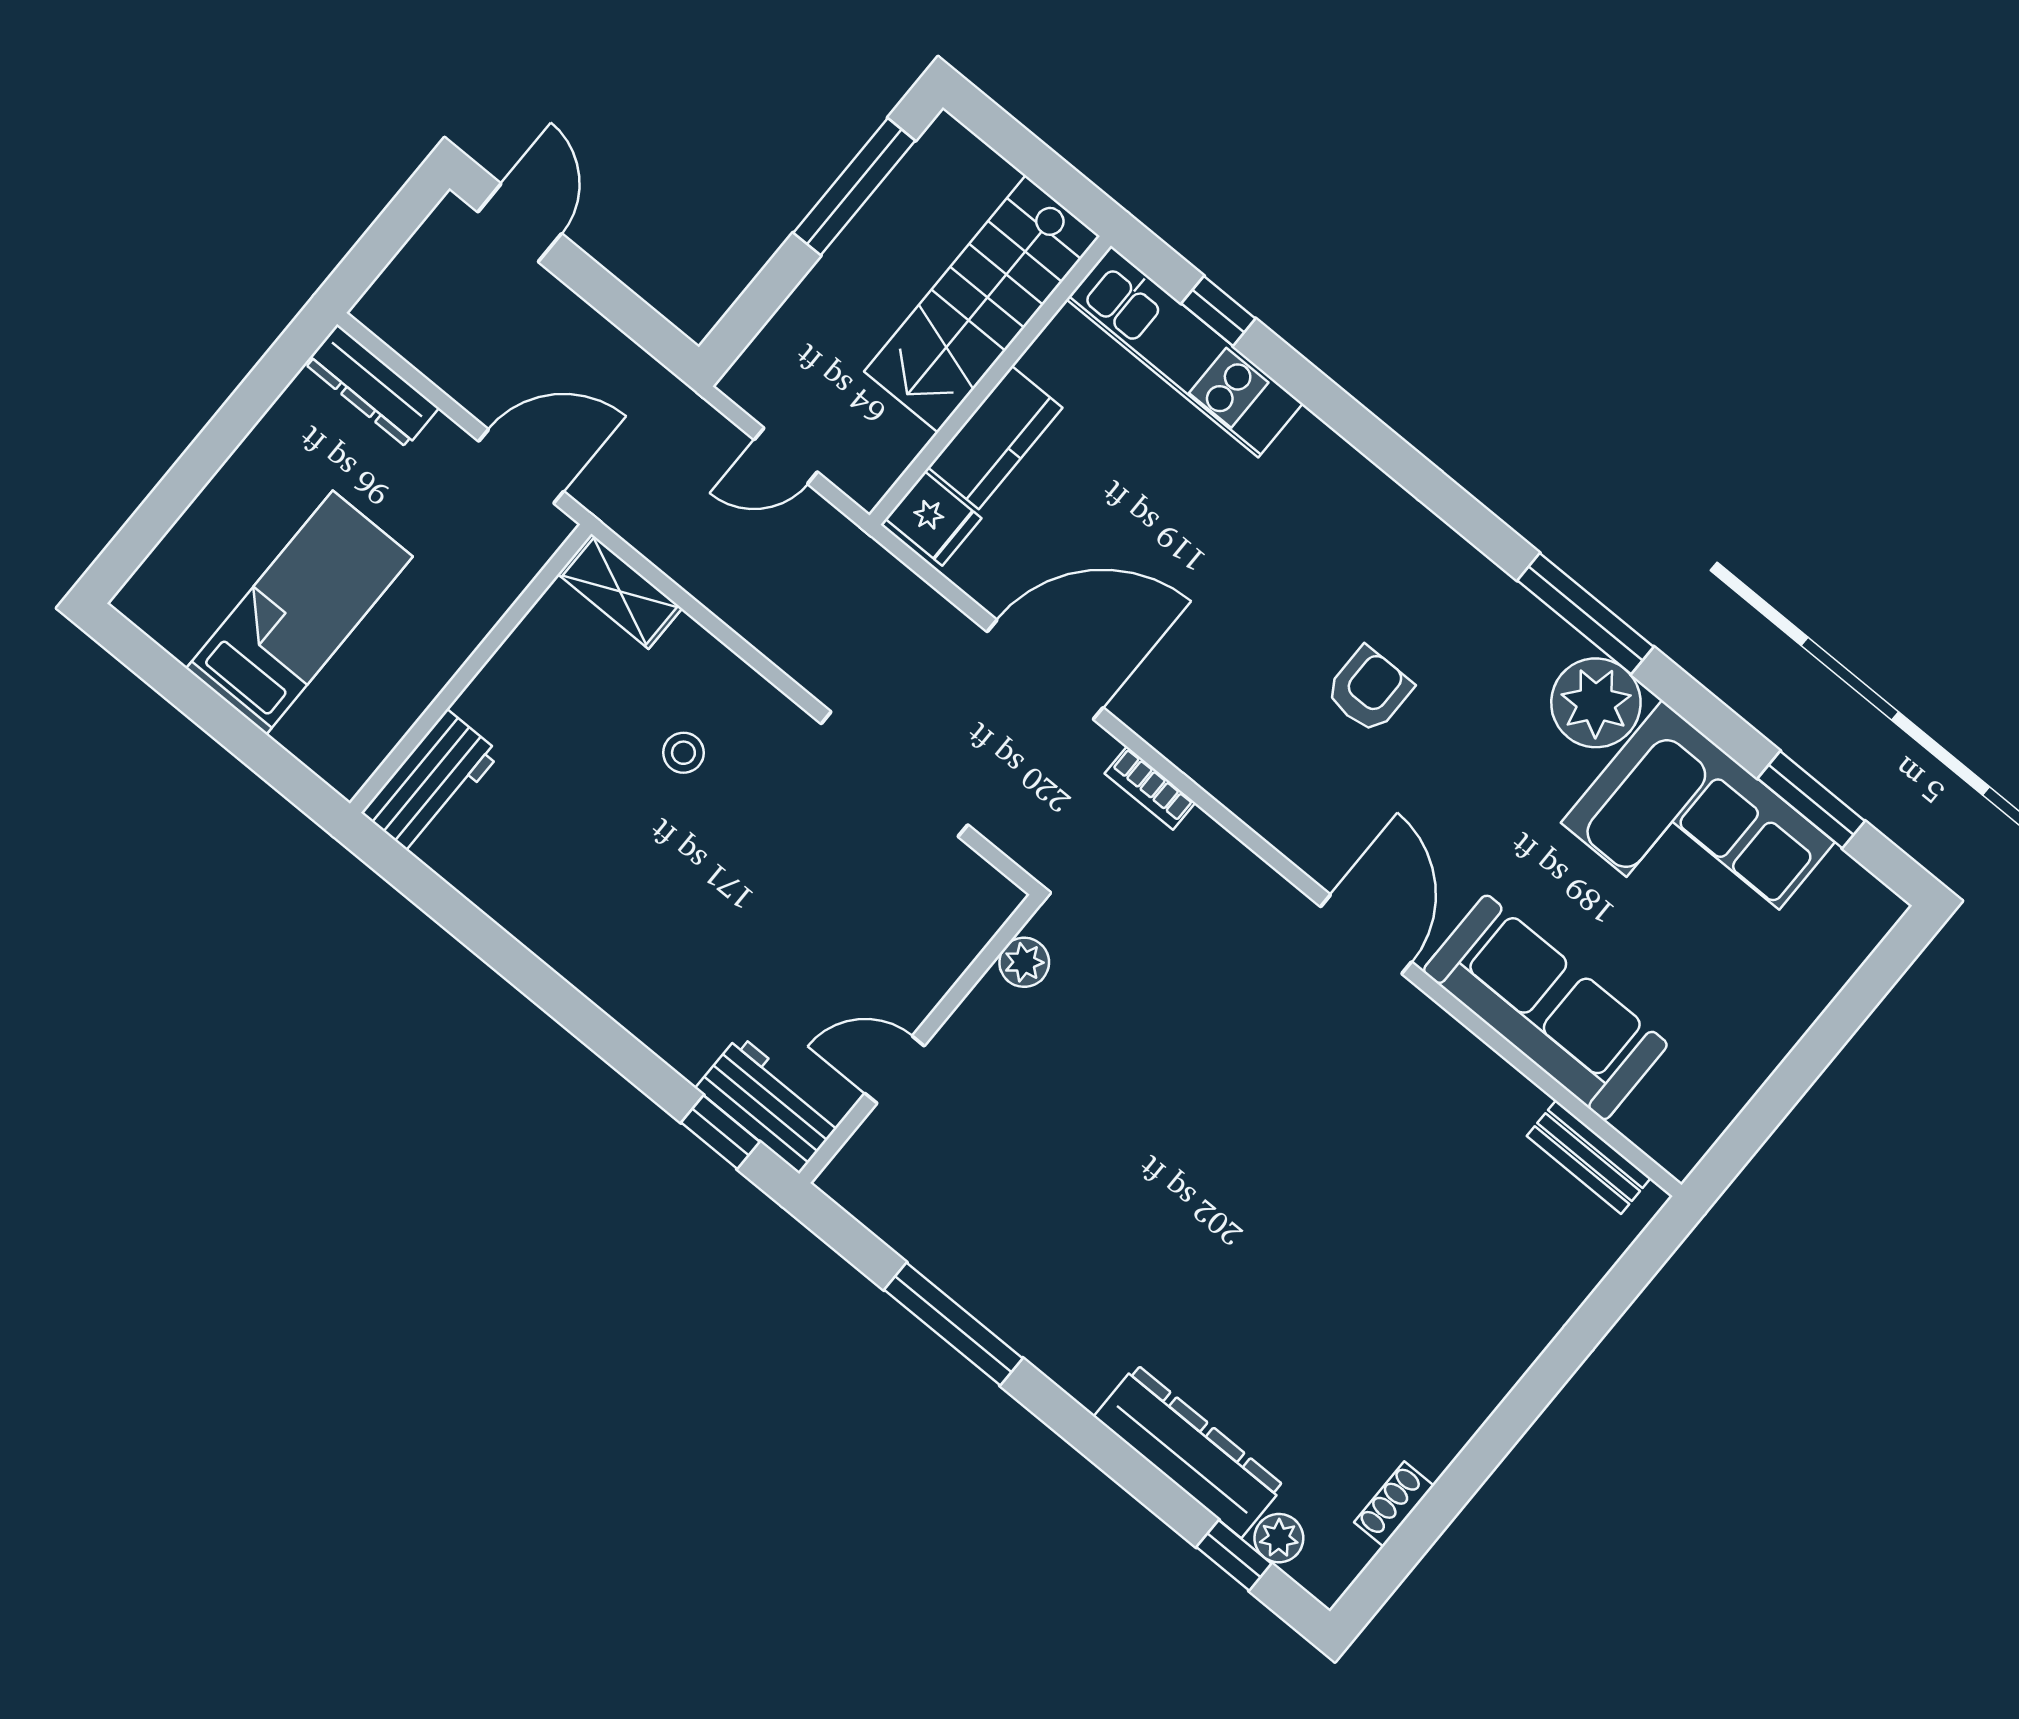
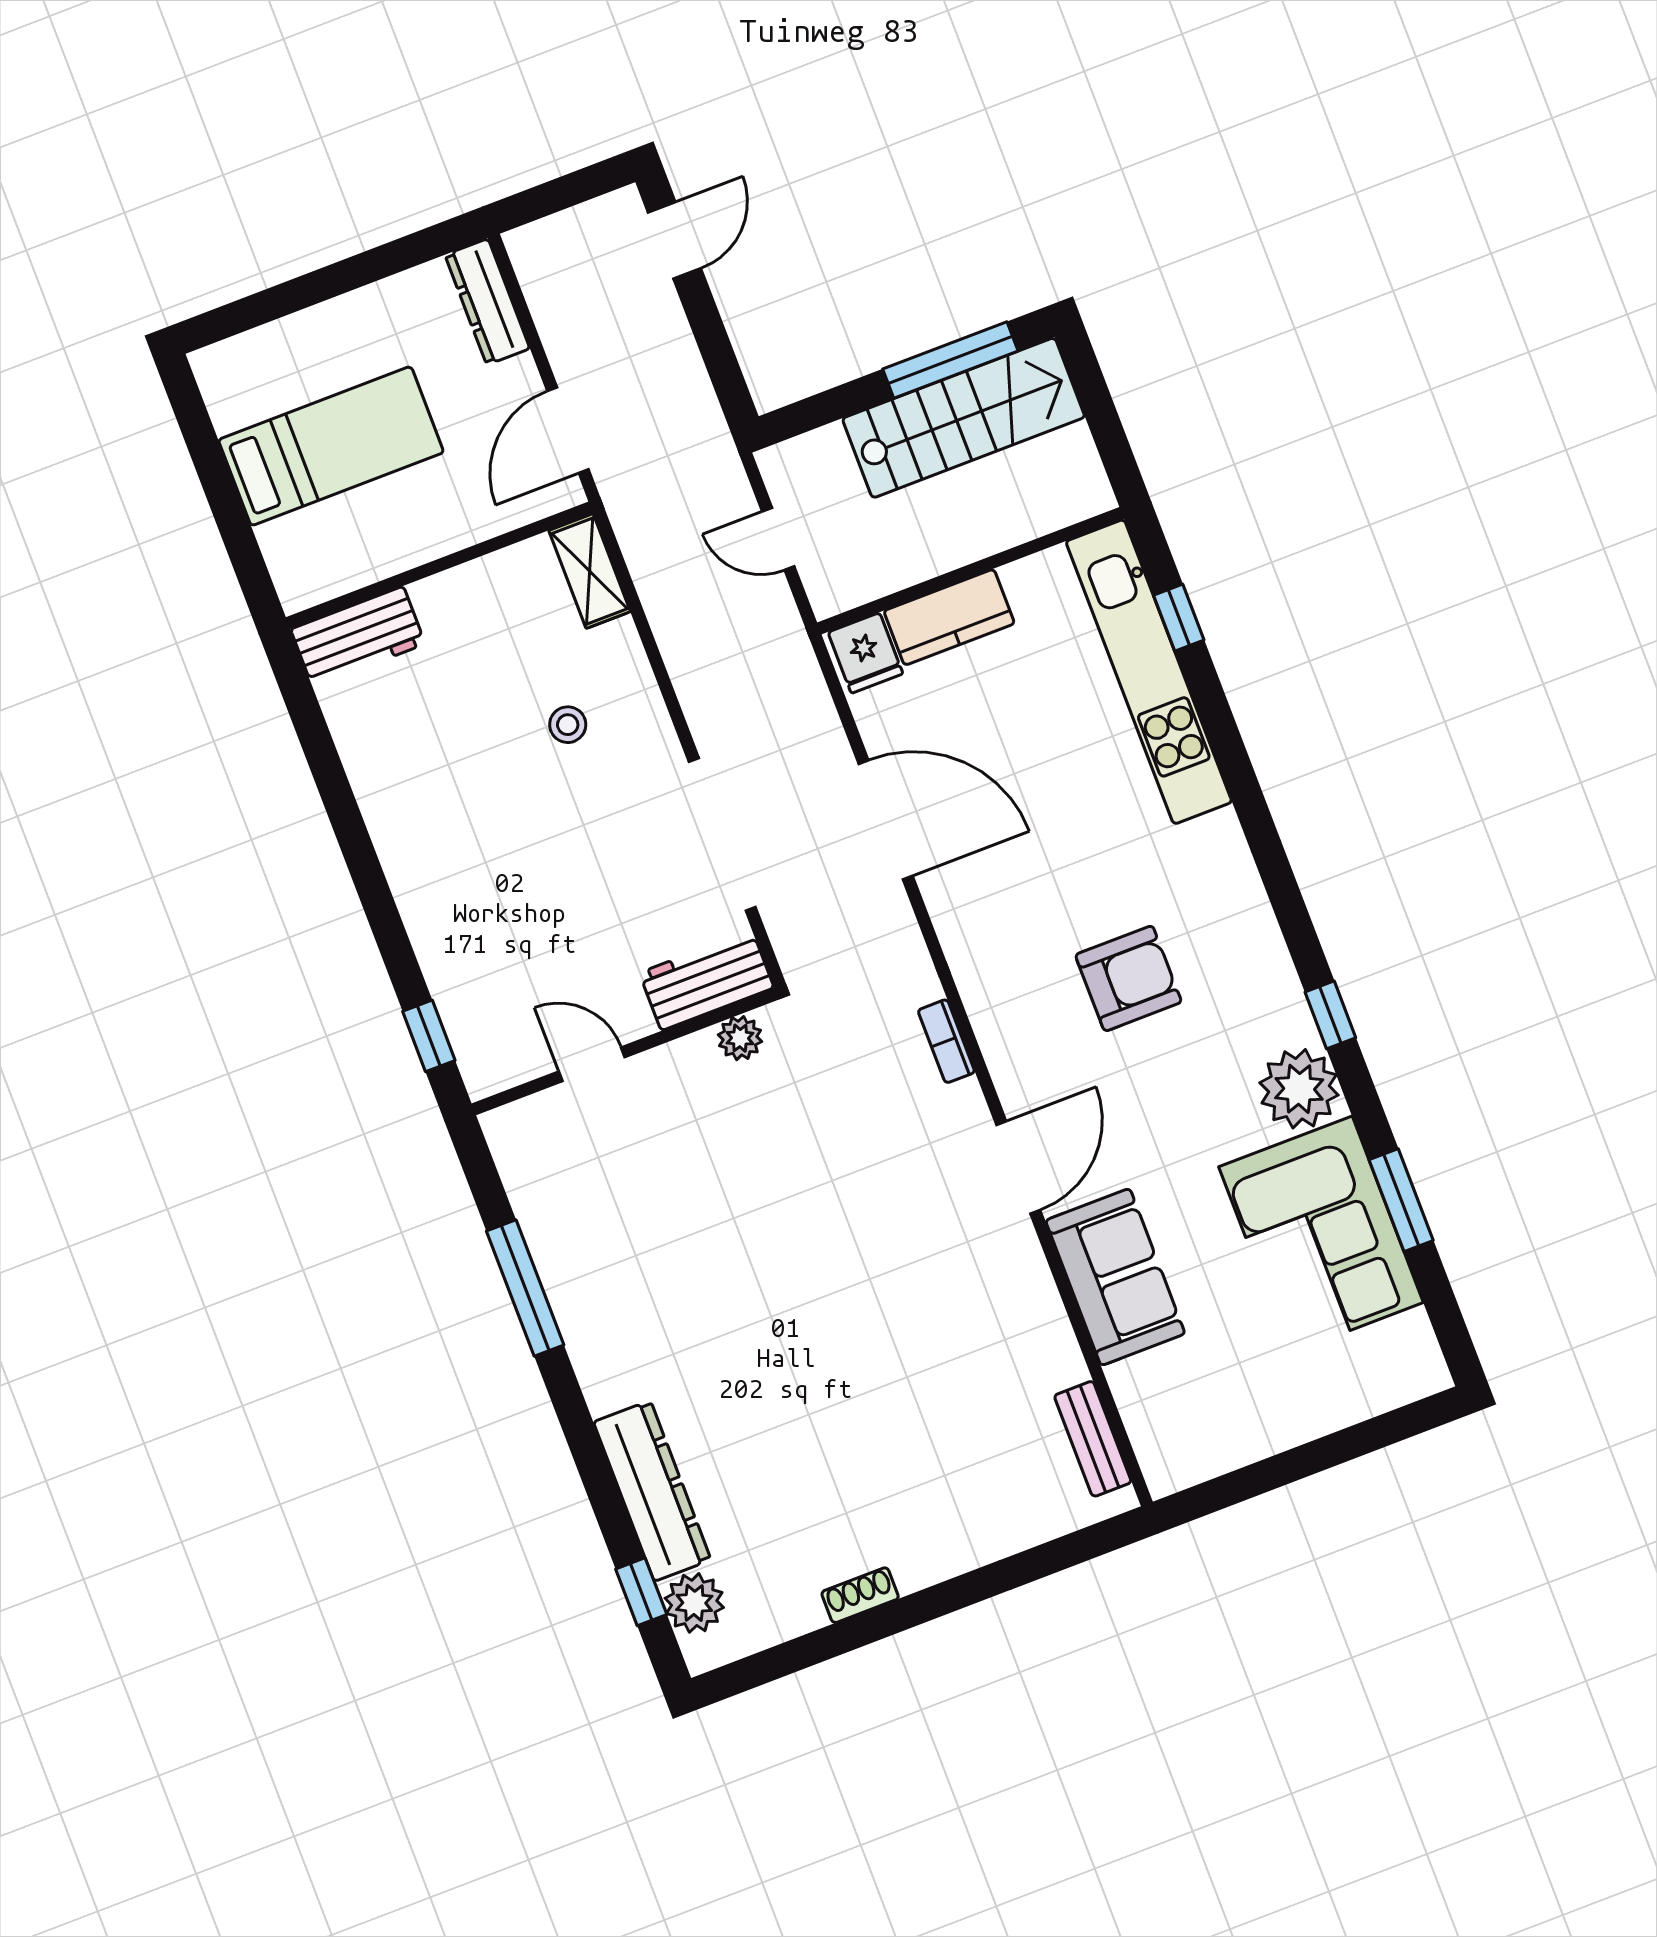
stairs: (982, 304) -> (964, 418), moved, turned 180
kitchen unit: (1185, 351) -> (1149, 672), width x1.36
door: (521, 466) -> (568, 430), swing flipped
window: (1585, 614) -> (1330, 1015), width x0.46
armchair: (1369, 690) -> (1128, 978), width x1.38, depth x1.38
bookcase: (1150, 788) -> (946, 1041), moved
window: (1811, 800) -> (1401, 1200), moved
sofa: (1545, 1007) -> (1115, 1277), width x0.73
workbench: (769, 1104) -> (707, 980), moved, turned -90
shoe rack: (1394, 1504) -> (860, 1595), moved
plant: (1279, 1538) -> (694, 1603), width x1.38, depth x1.38

